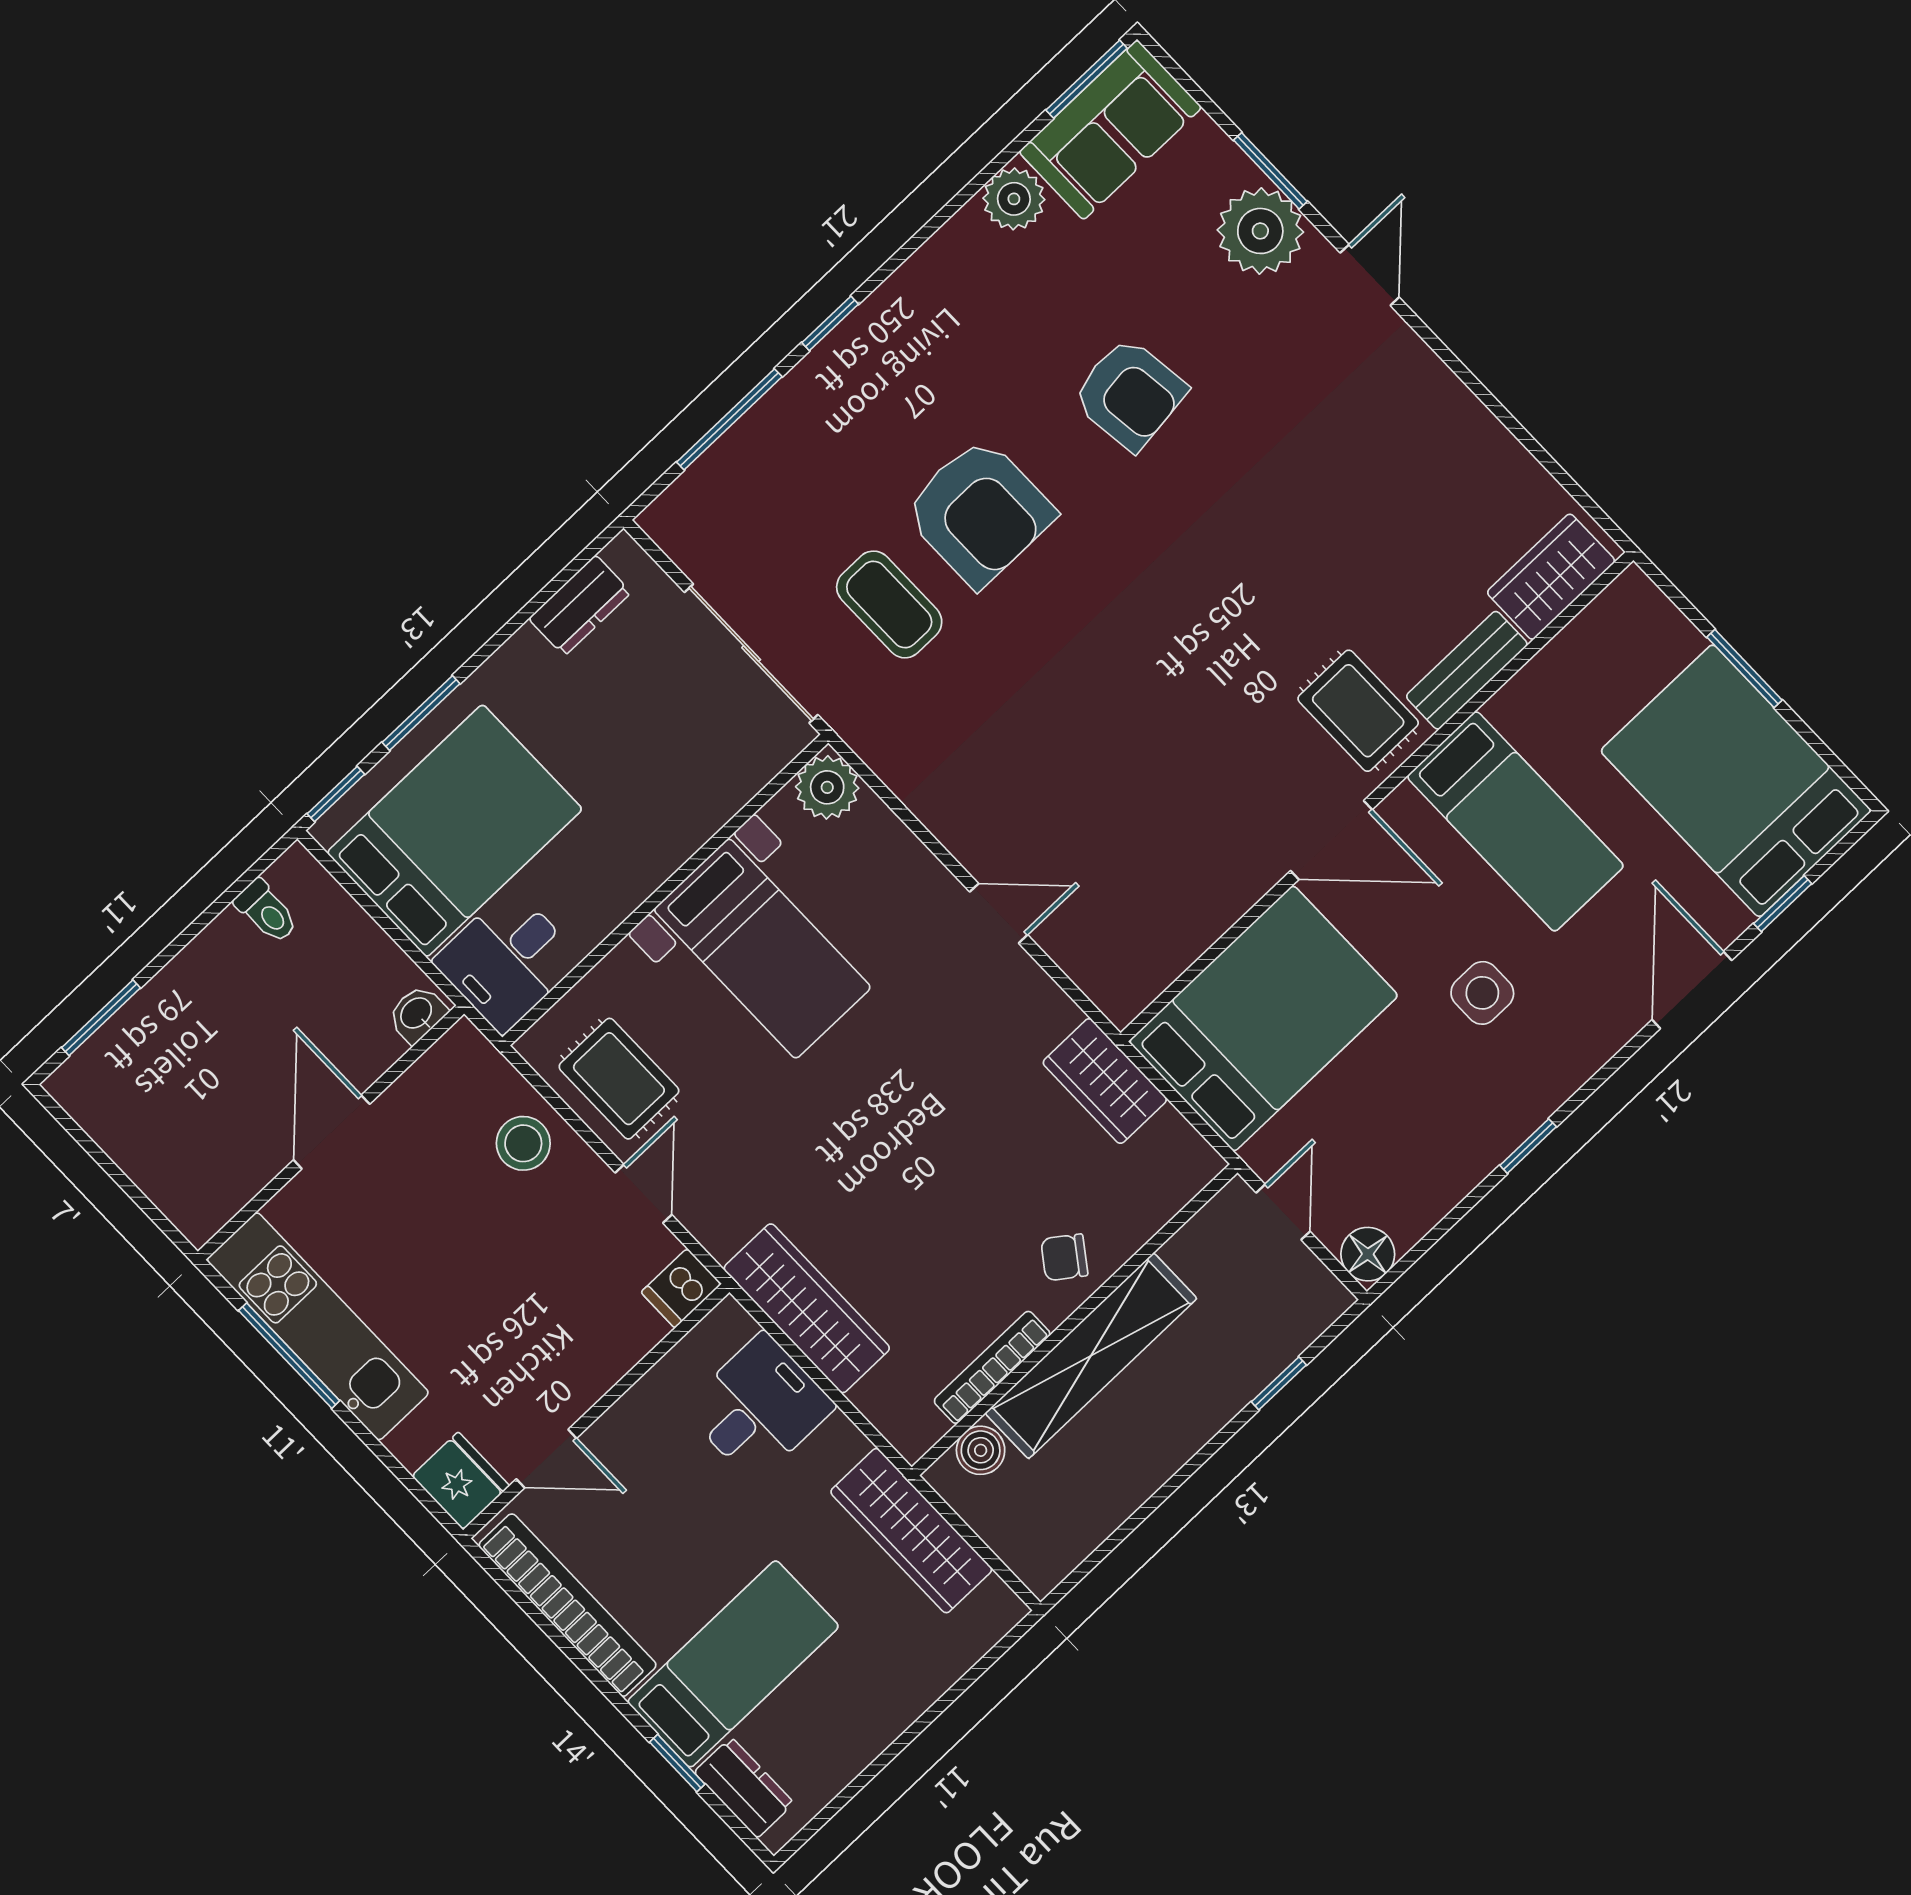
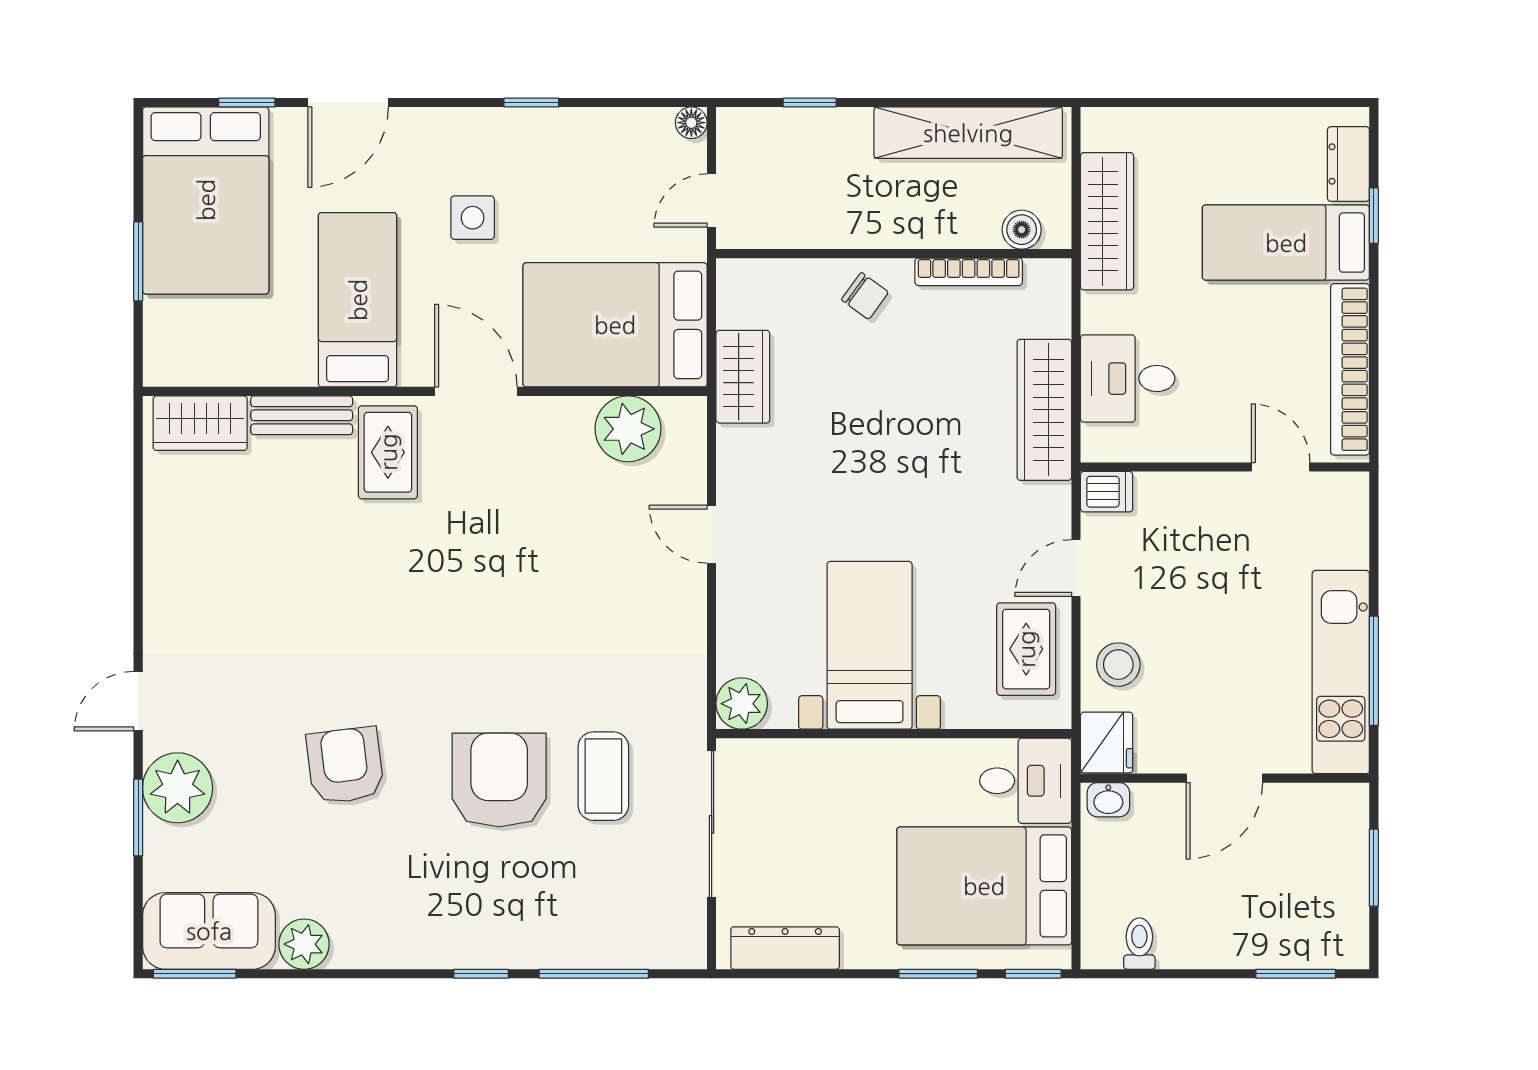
dresser: (580, 605) -> (785, 948), width x1.44
plant: (1163, 936) -> (628, 429), added
window: (121, 1179) -> (1374, 868), added
floor lamp: (1368, 1254) -> (691, 123), width x0.73, depth x0.73
shelving: (1091, 1356) -> (968, 133), moved
fridge: (461, 1481) -> (1107, 742), moved, turned 180

